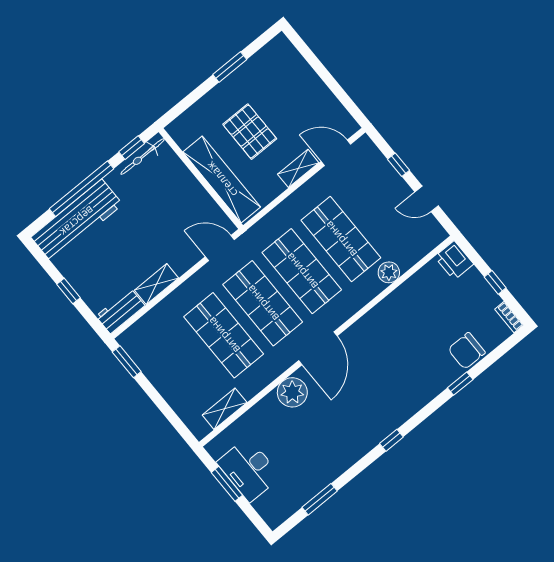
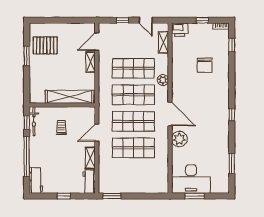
pallet: (250, 132) -> (45, 45), moved
door: (427, 199) -> (146, 20), hinge flipped
trolley: (166, 205) -> (61, 128), added
workbench: (77, 221) -> (36, 180), width x0.53, depth x0.76
door: (220, 248) -> (97, 133), moved
plant: (389, 272) -> (163, 80), moved
chair: (467, 351) -> (205, 65), moved
window: (460, 384) -> (232, 45), moved
shelving: (225, 409) -> (163, 42), moved
desk: (249, 469) -> (191, 179), width x1.36, depth x1.30

